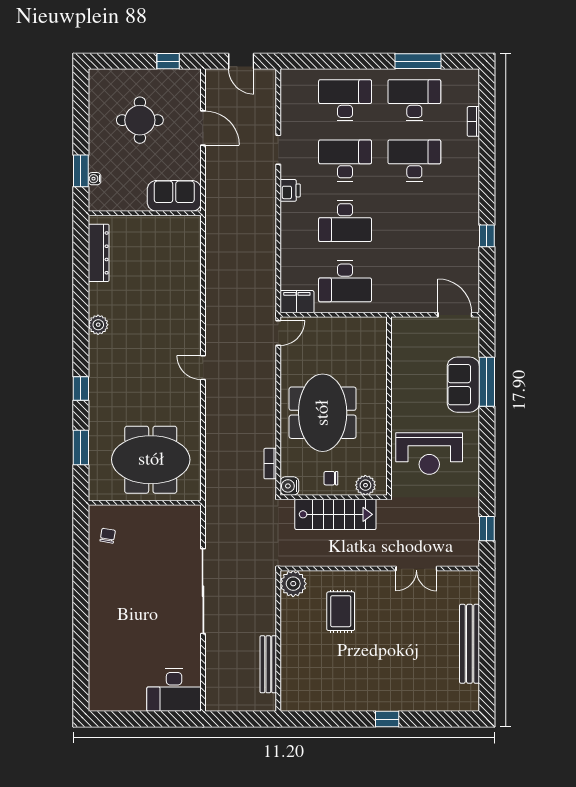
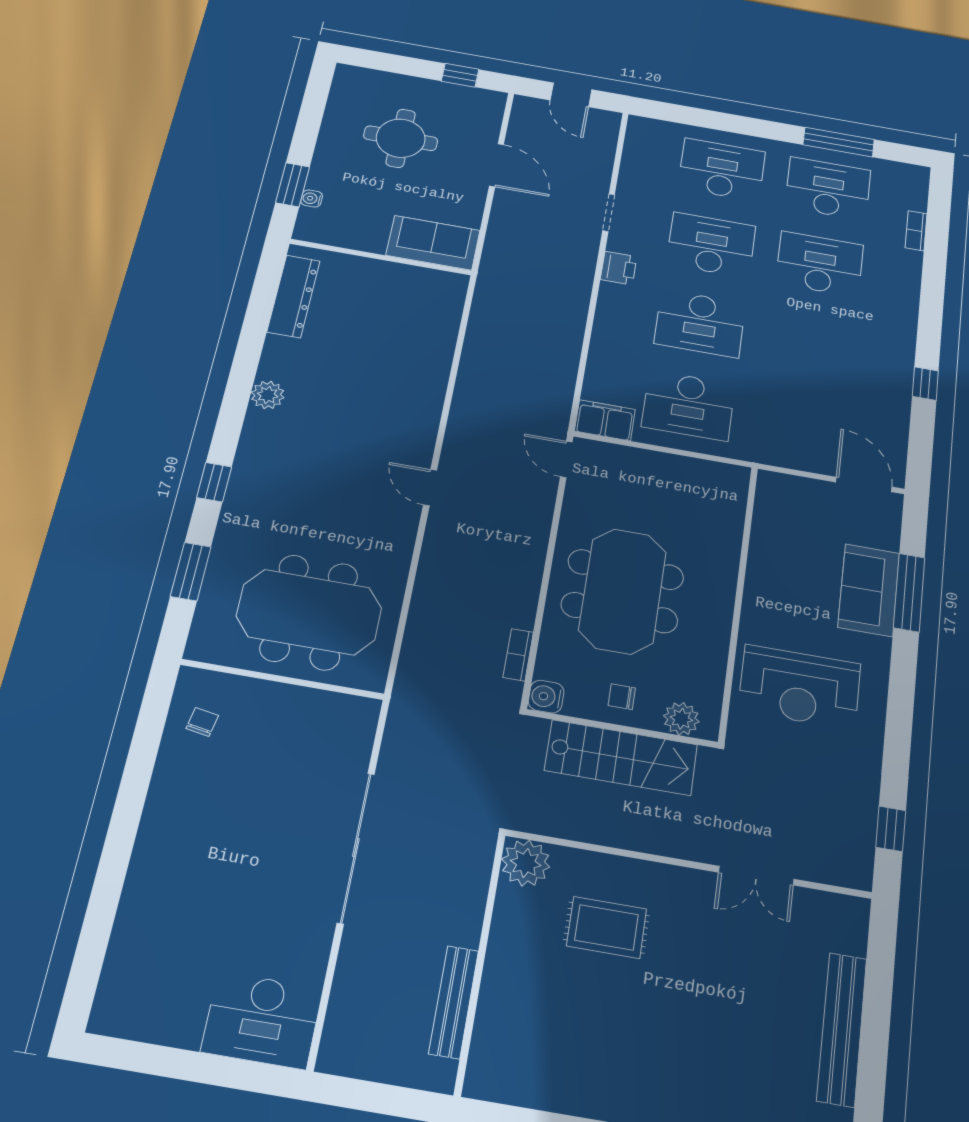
door: (278, 333) -> (566, 459), swing flipped
rug: (341, 611) -> (607, 927), turned 90

